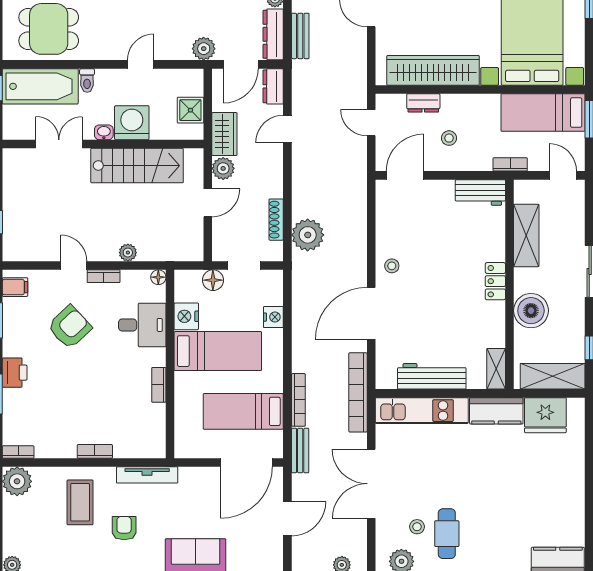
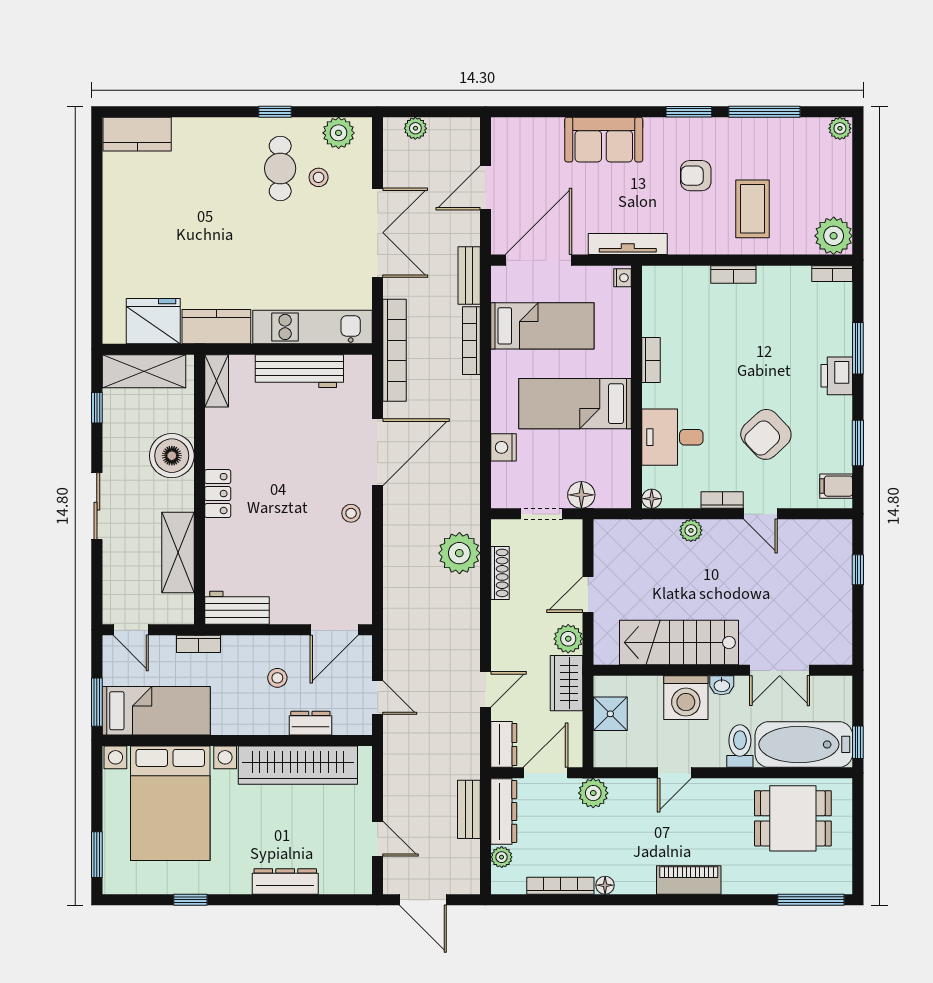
toilet: (87, 80) -> (740, 746), width x1.37, depth x1.39
nightstand: (186, 316) -> (623, 278), moved, width x0.53, depth x0.56
tv unit: (147, 475) -> (628, 244), moved
armchair: (124, 528) -> (696, 176), turned 90

